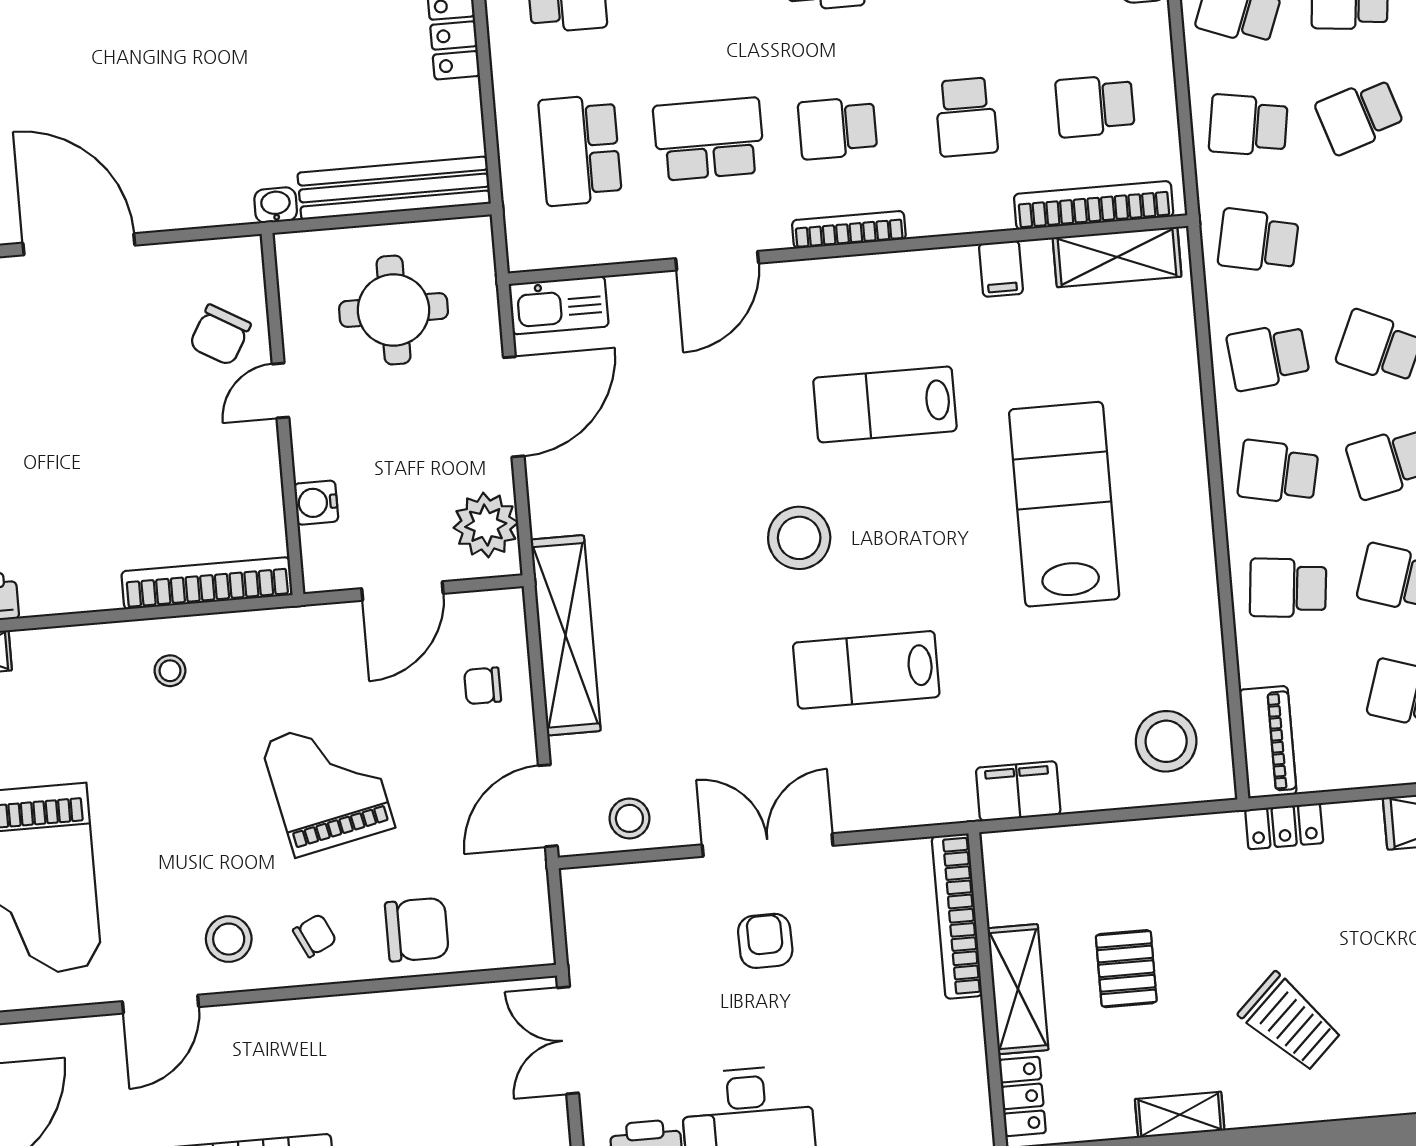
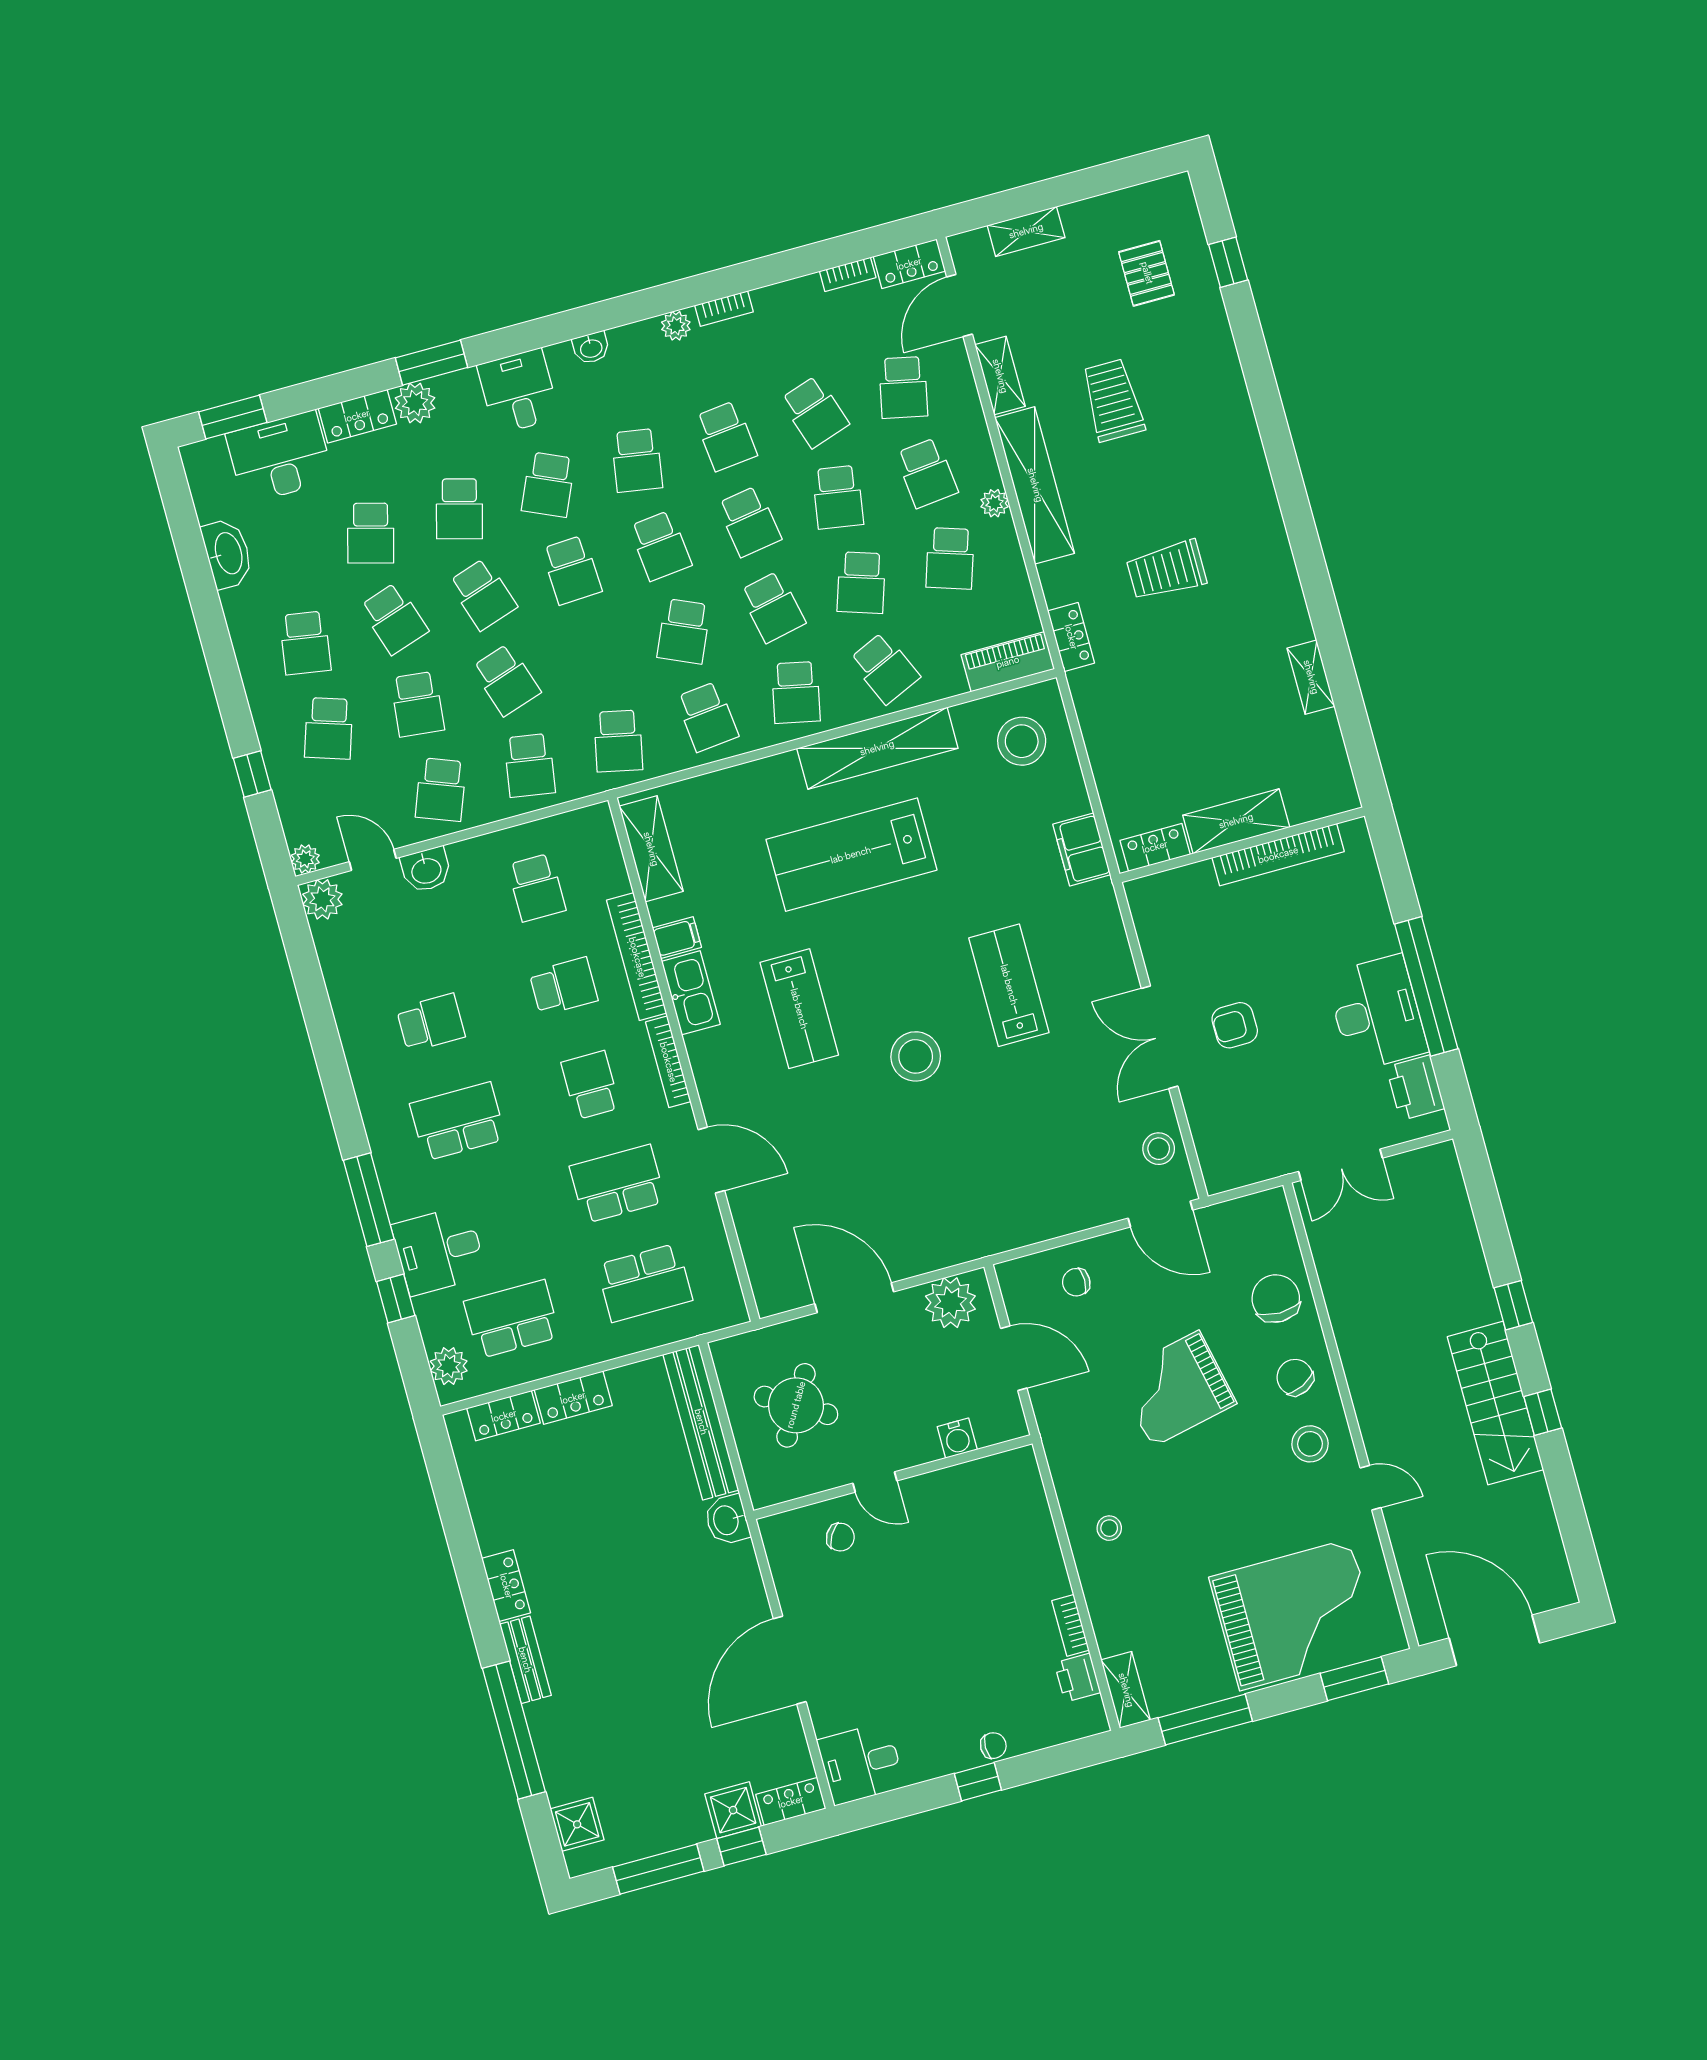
school desk: (838, 128) -> (591, 1085), turned 180
school desk: (709, 139) -> (618, 1184), turned 90
washbasin: (276, 205) -> (727, 1520), width x1.38, depth x1.45
bookcase: (1094, 205) -> (637, 957), moved
kitchen sink: (559, 305) -> (691, 993), moved
round table: (394, 310) -> (796, 1405), turned 31
chair: (220, 335) -> (840, 1537), width x0.73, depth x0.73
bookcase: (207, 583) -> (1071, 1625), moved, width x0.43, depth x0.76
school desk: (1288, 588) -> (885, 668), turned -30
shelving: (566, 635) -> (877, 748), moved
lab bench: (866, 670) -> (1009, 985), turned 180
chair: (483, 686) -> (1076, 1282), turned 90
bookcase: (957, 916) -> (1278, 855), moved
chair: (315, 936) -> (1295, 1377), width x1.37, depth x1.37
pallet: (1126, 969) -> (1205, 740), removed
door: (161, 1004) -> (1371, 1488), width x0.73
trolley: (1290, 1022) -> (1166, 570), moved, turned -136
locker: (1022, 1096) -> (1155, 847), moved

